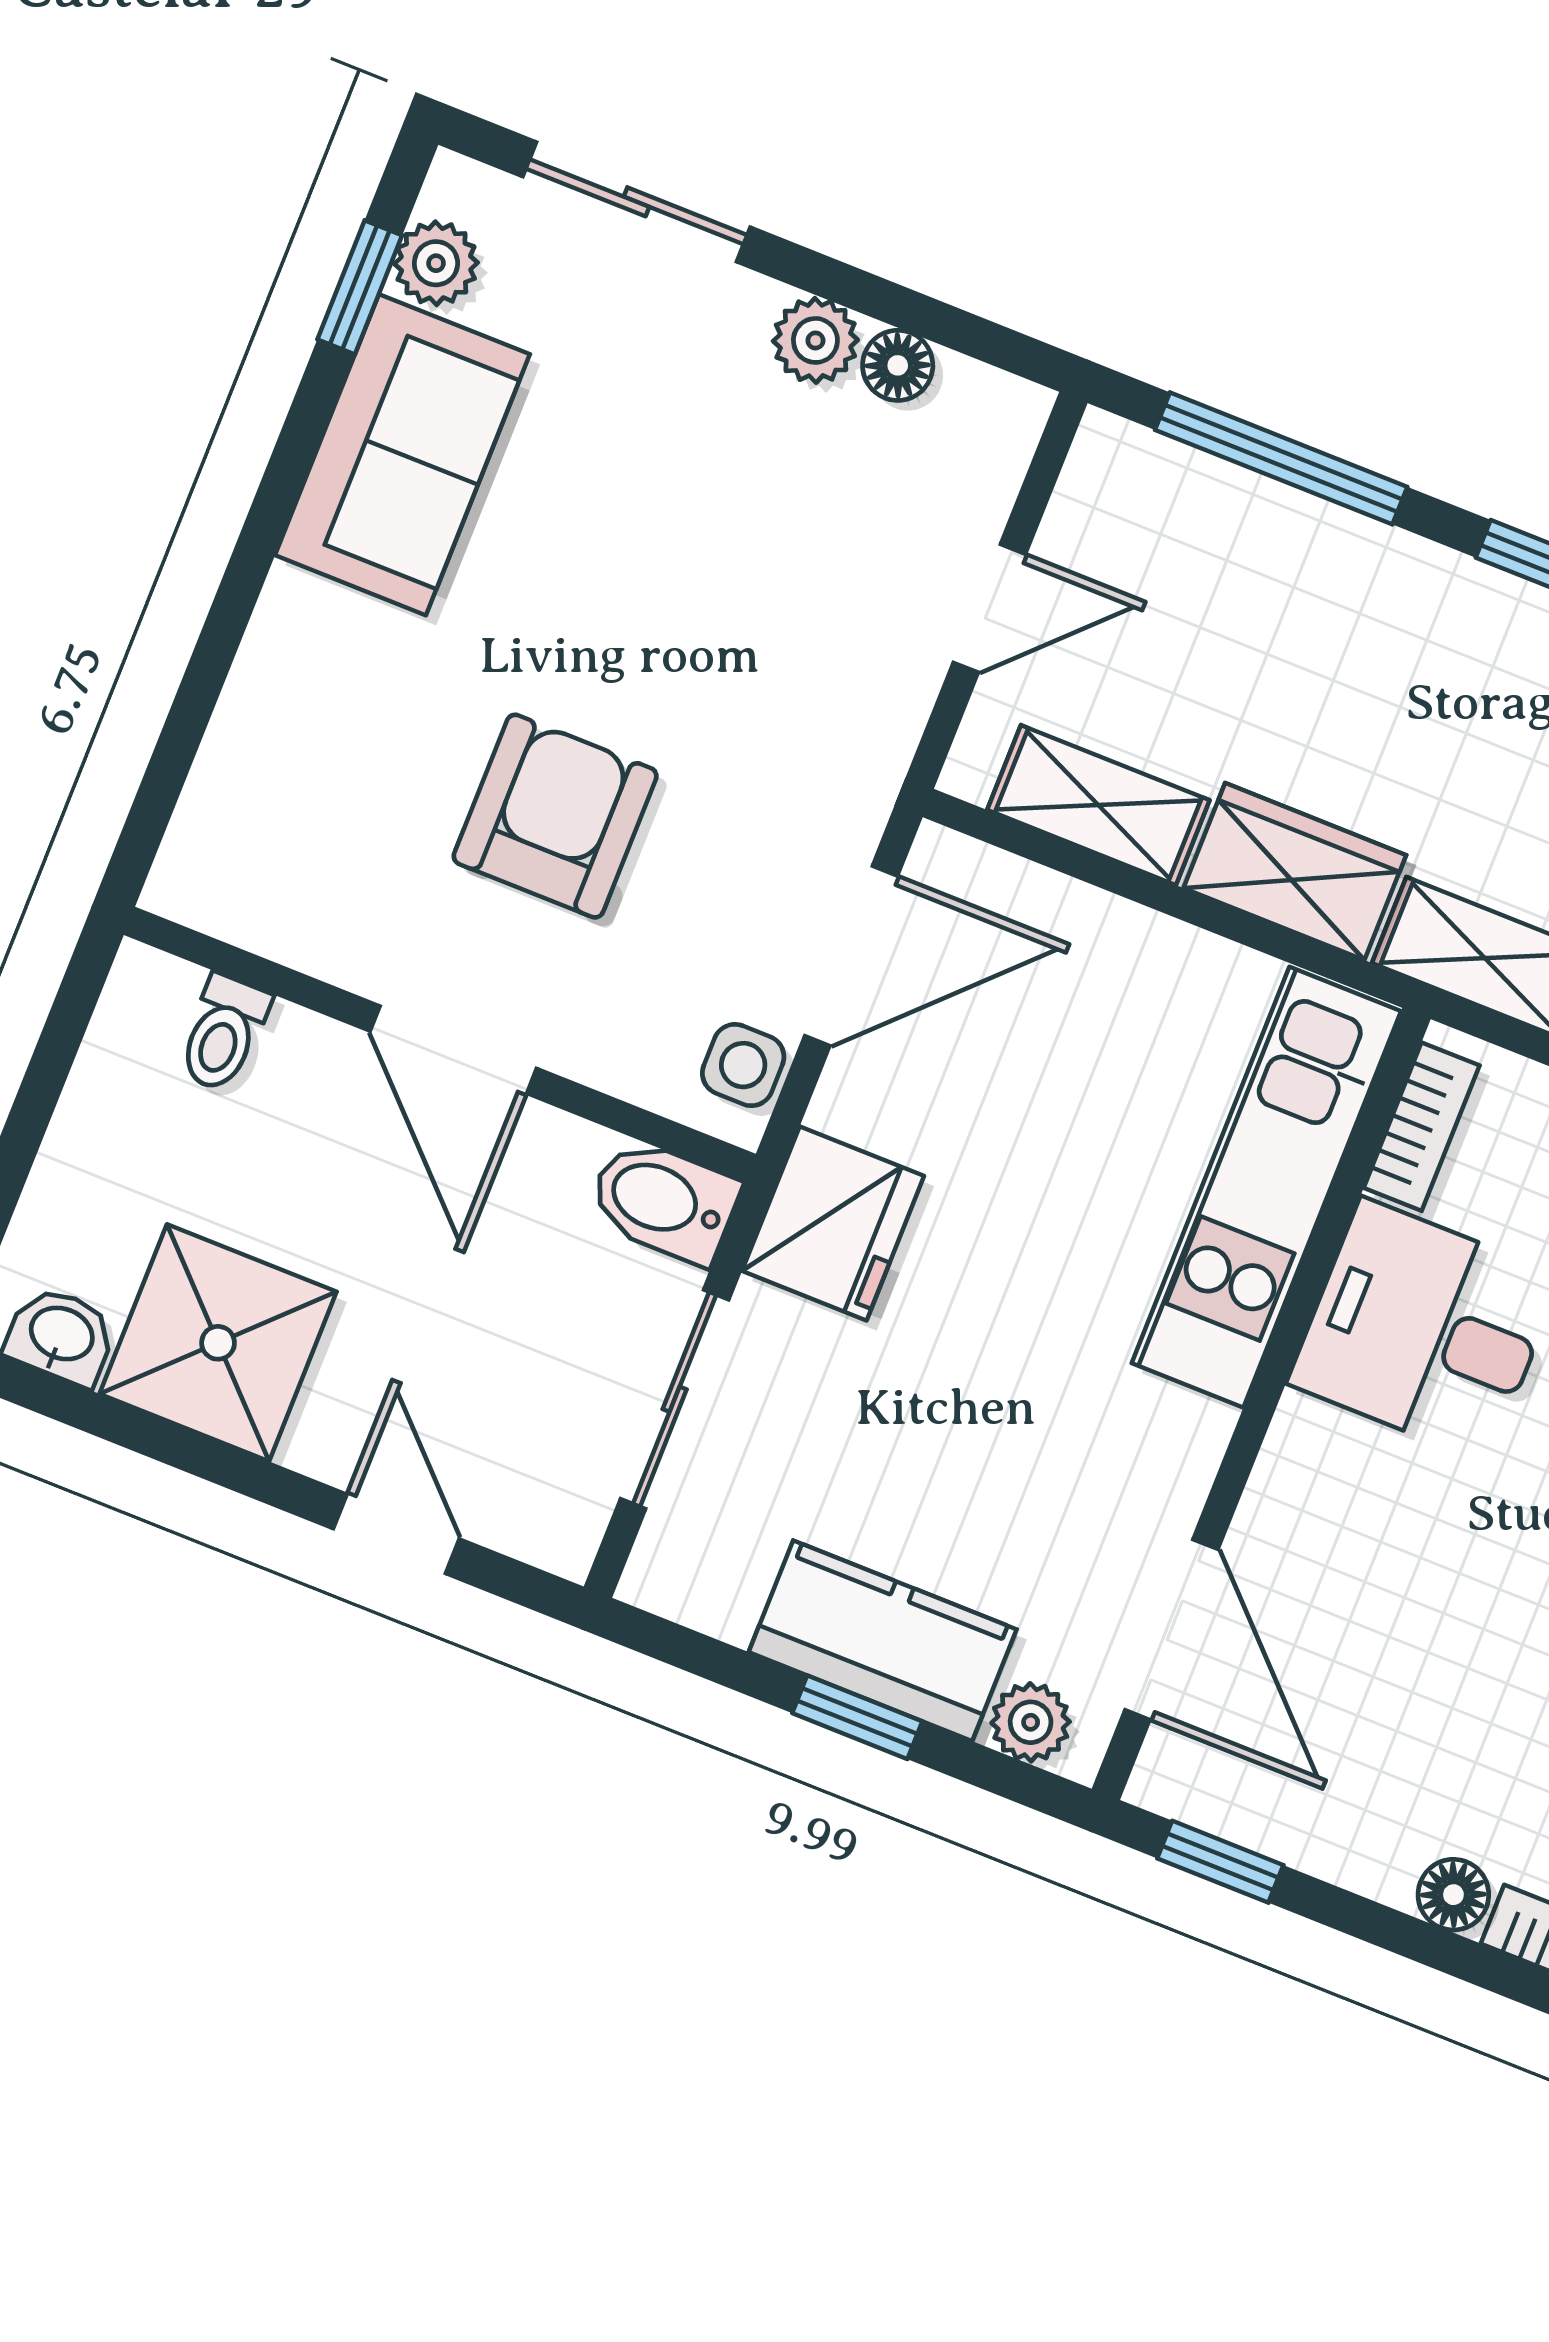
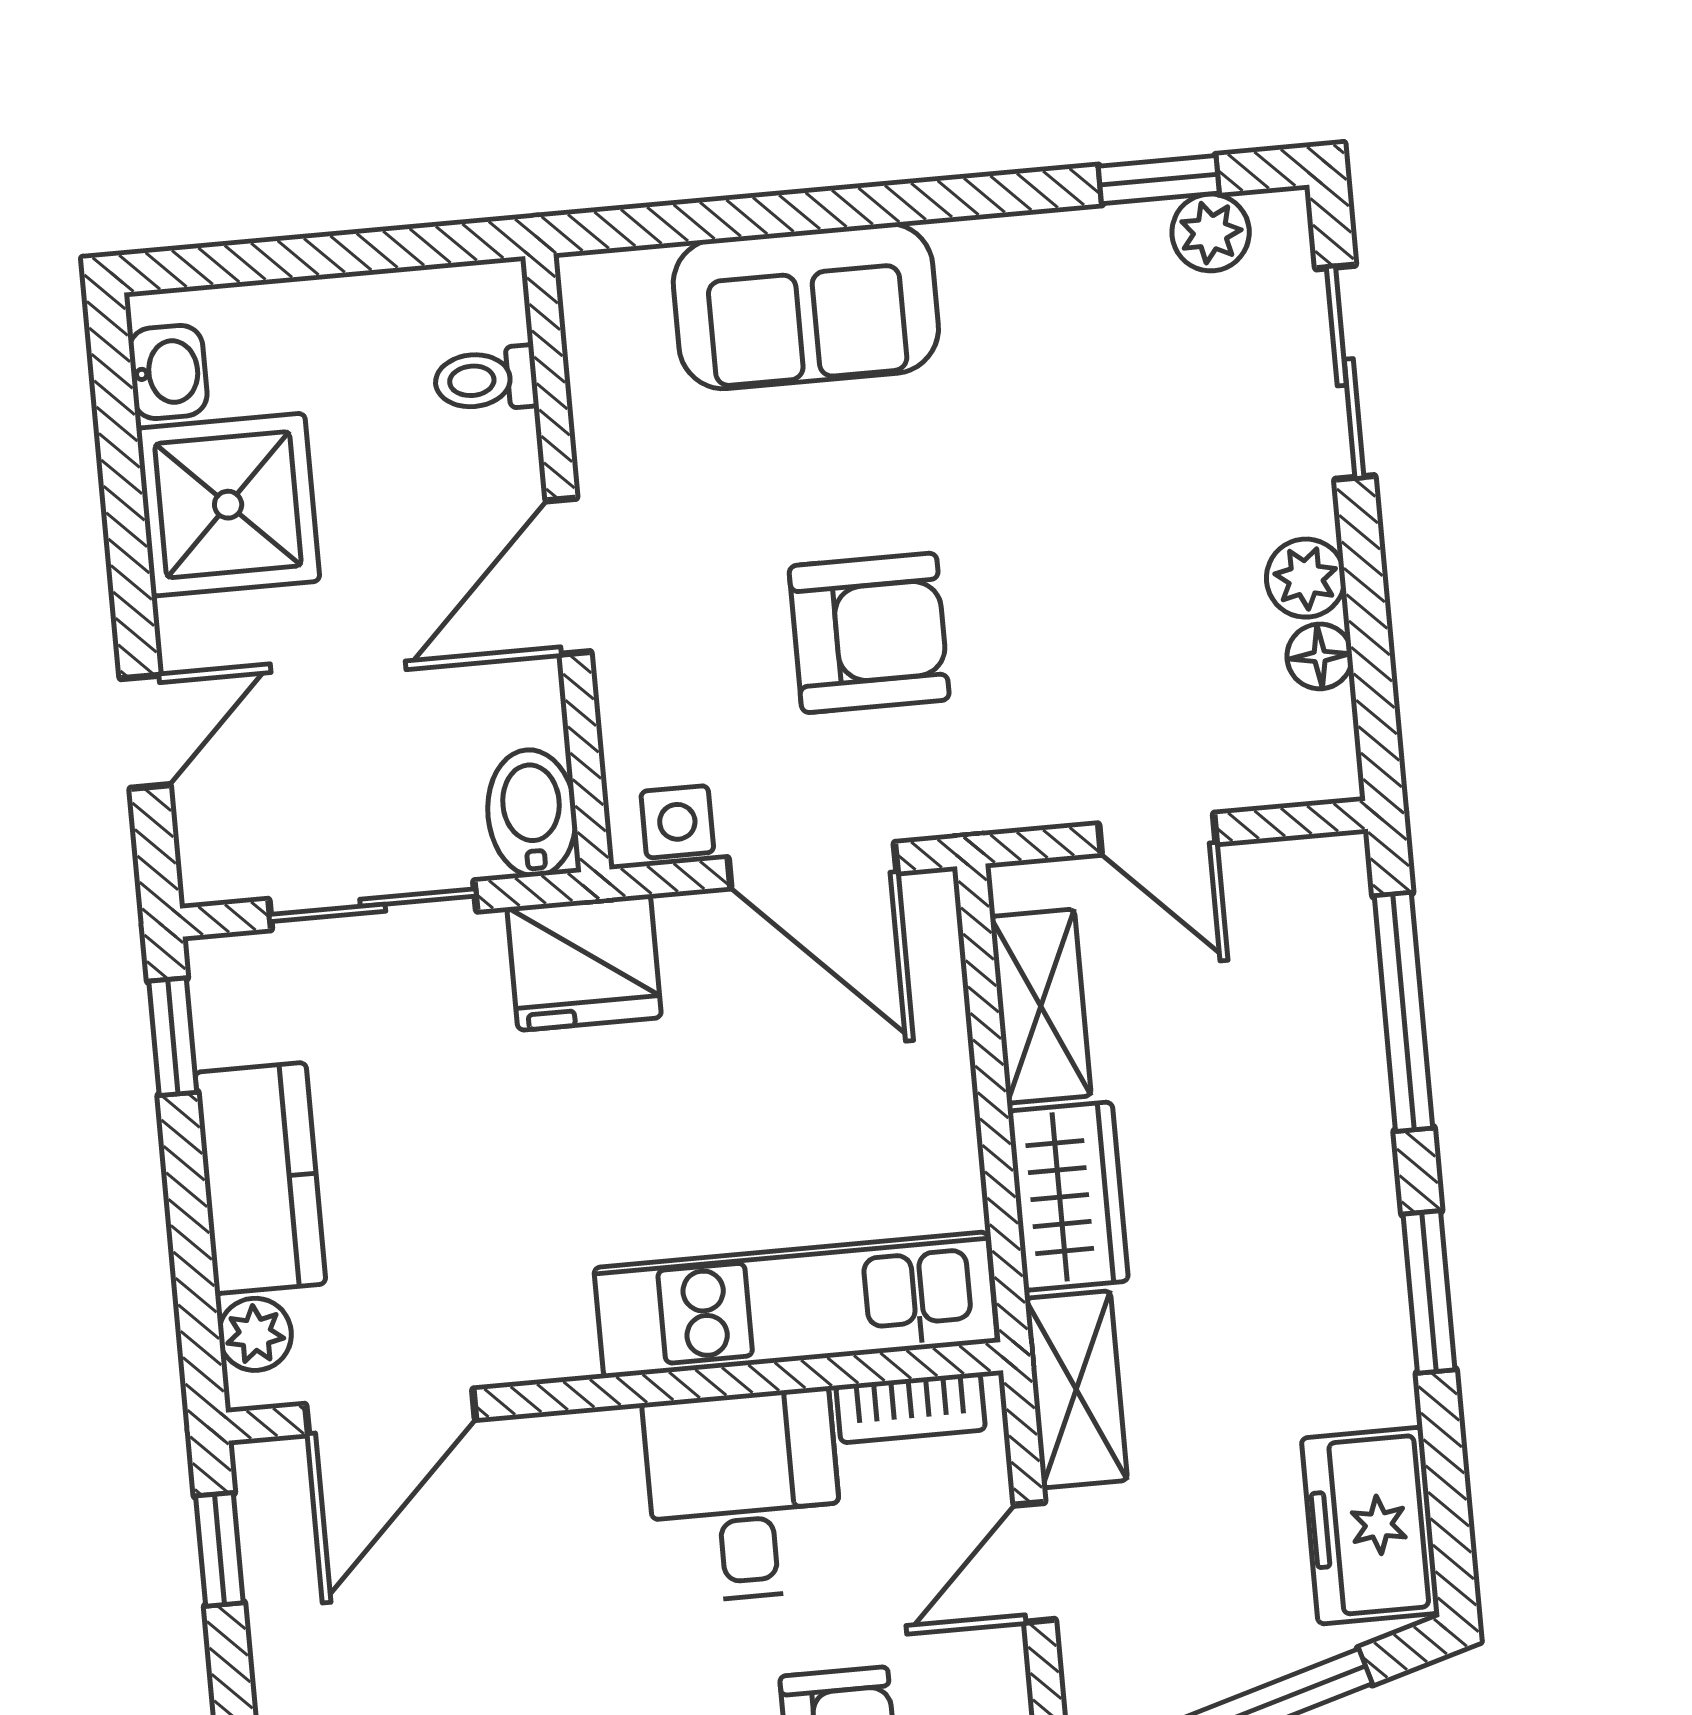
sofa: (402, 455) -> (806, 306), moved
armchair: (555, 816) -> (869, 633), moved
window: (857, 1717) -> (173, 1037), moved

